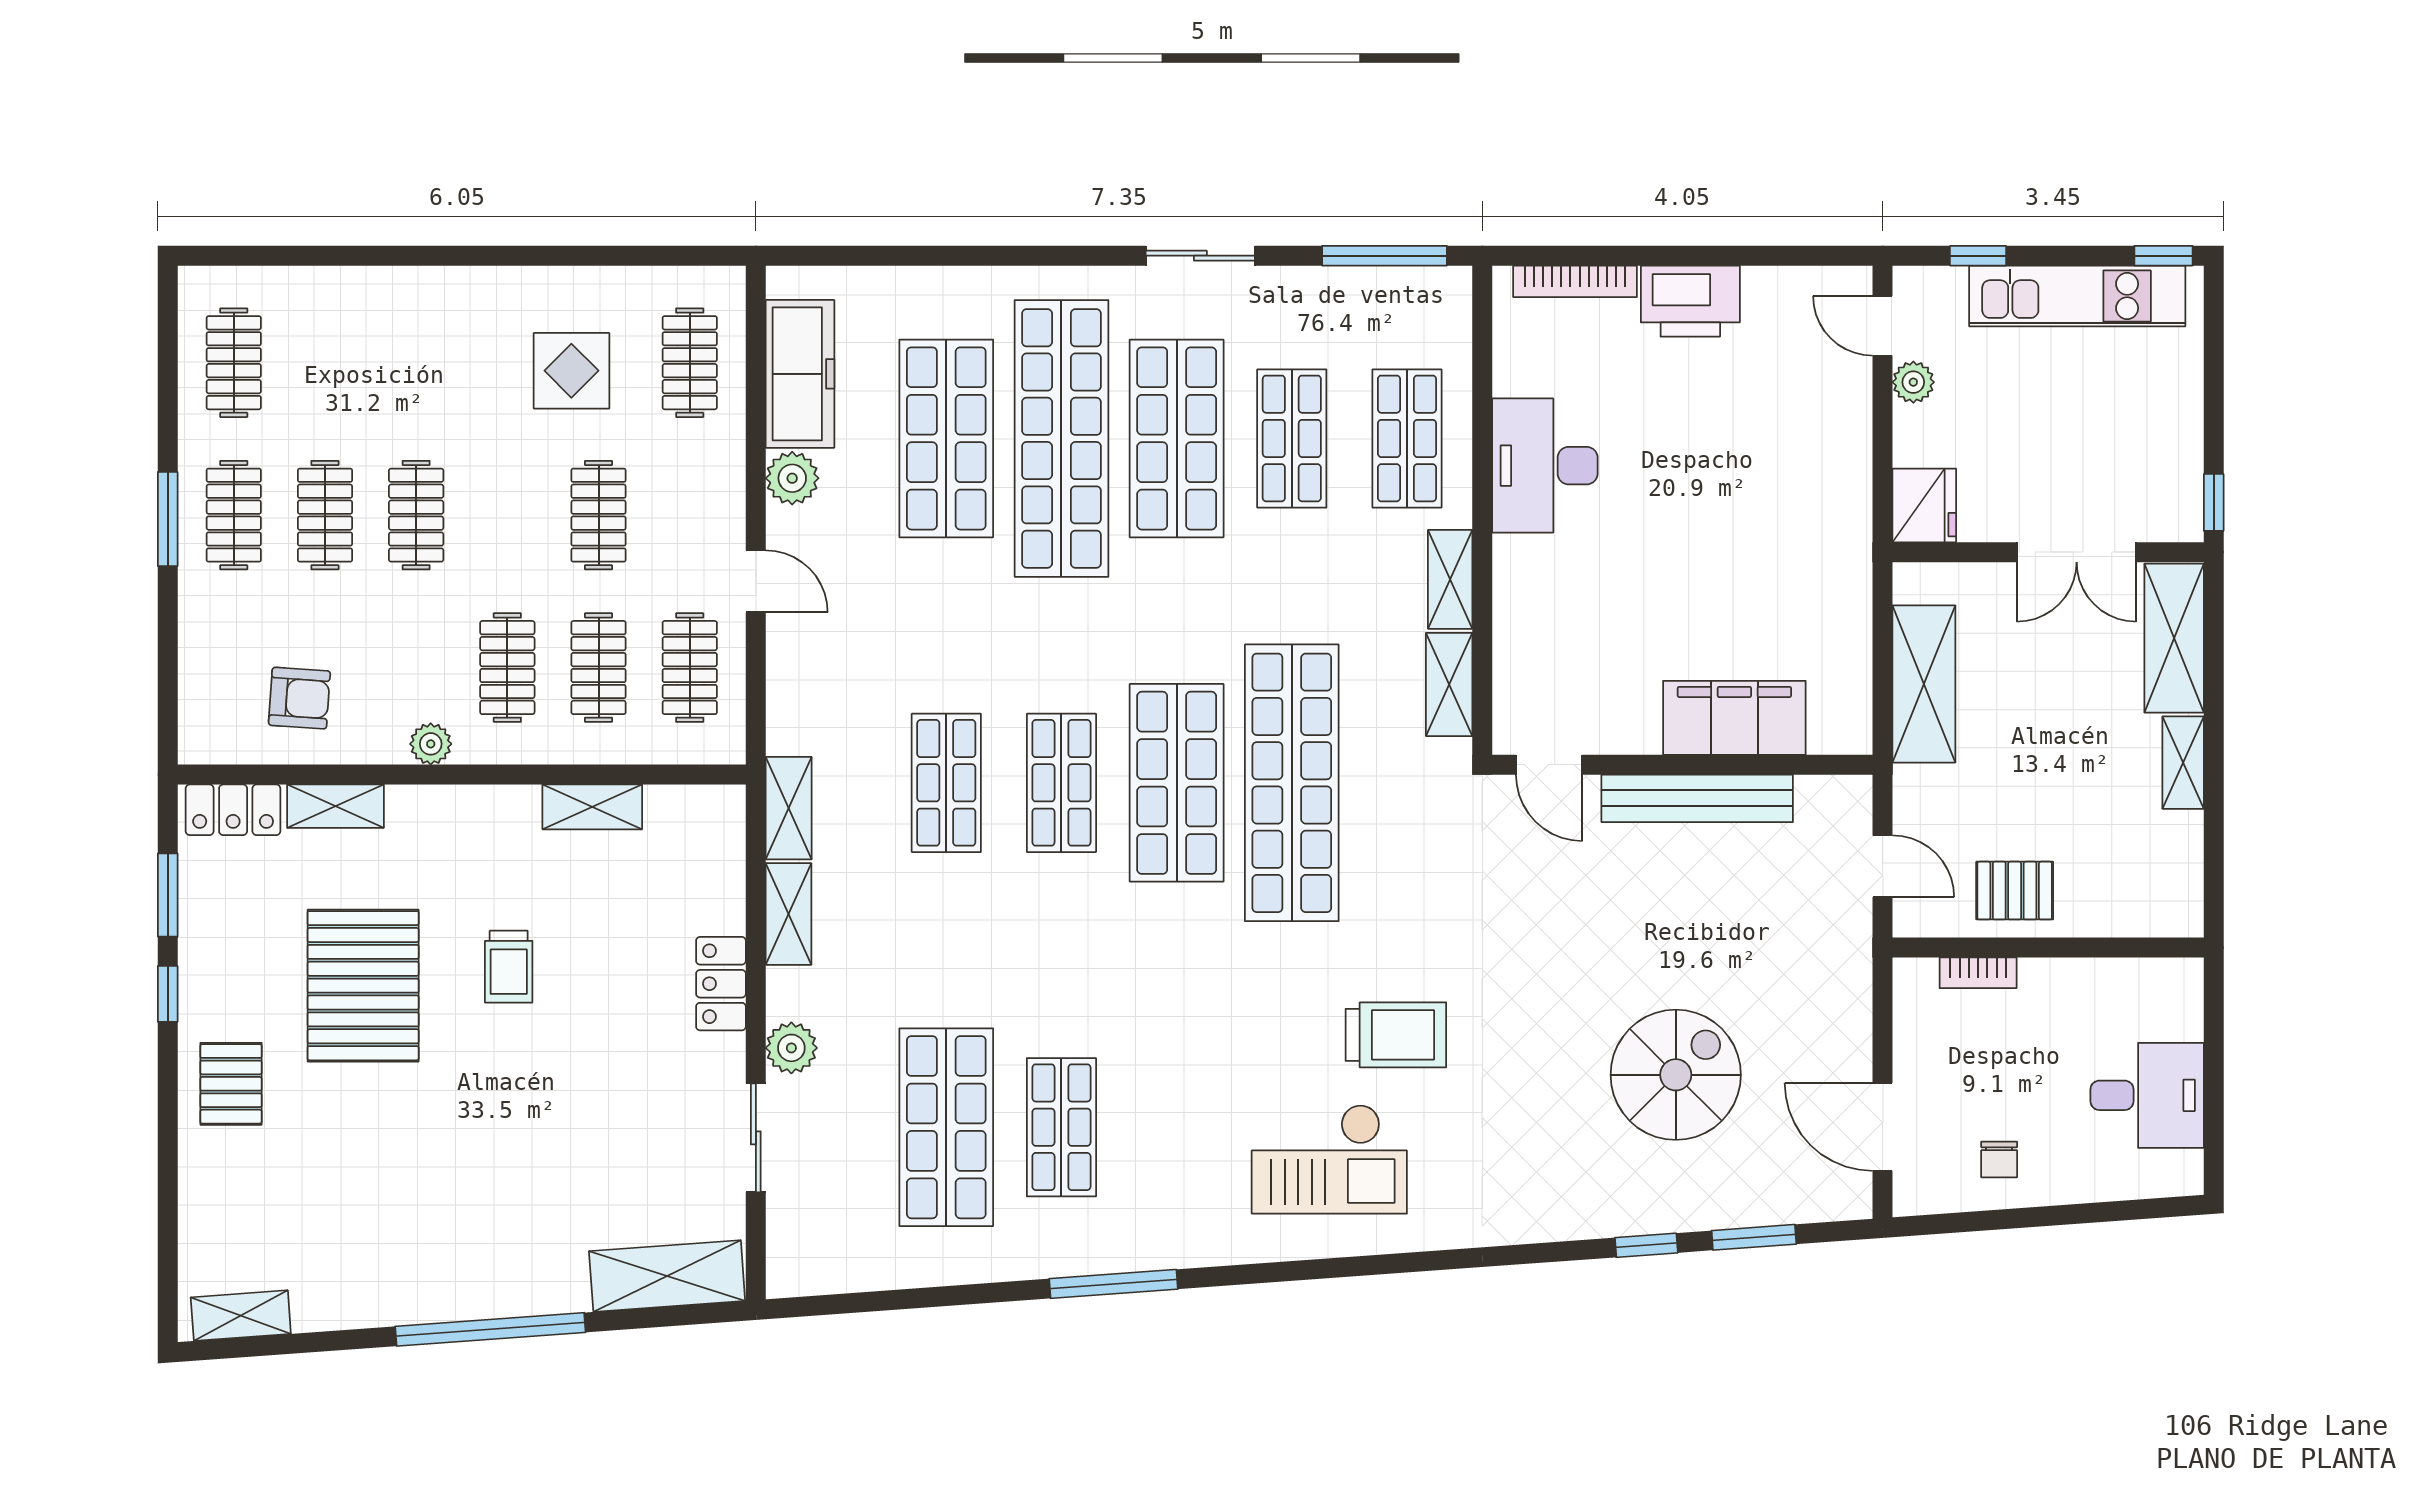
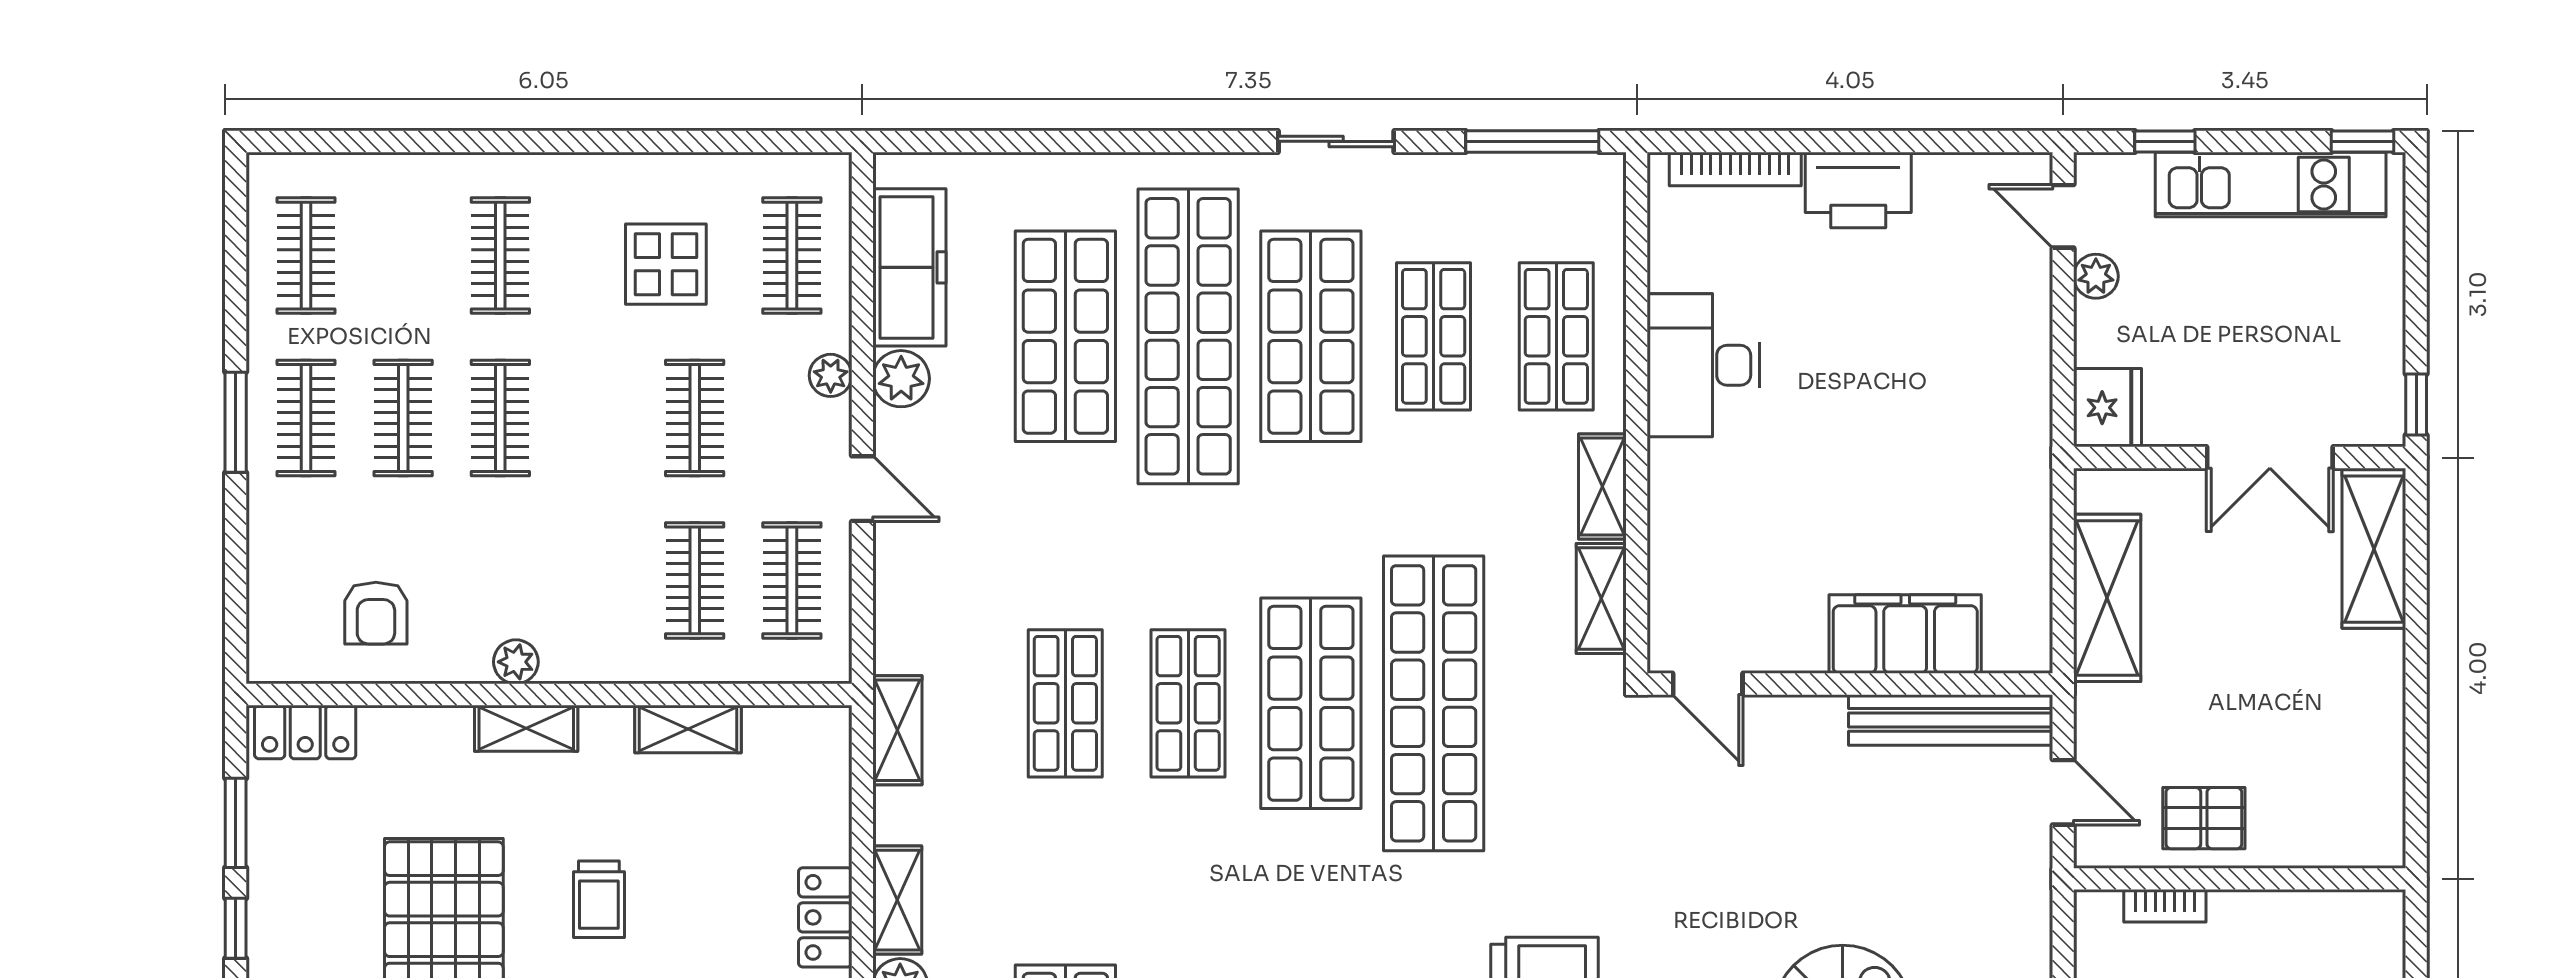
plant: (726, 475) -> (831, 375), added
clothes rail: (507, 668) -> (500, 256), moved
armchair: (299, 698) -> (376, 613), turned 86
shelving: (2183, 763) -> (2383, 682), removed
bench: (1697, 798) -> (1951, 720), moved
shelving: (335, 806) -> (526, 728), moved
shelving: (789, 914) -> (897, 900), moved

